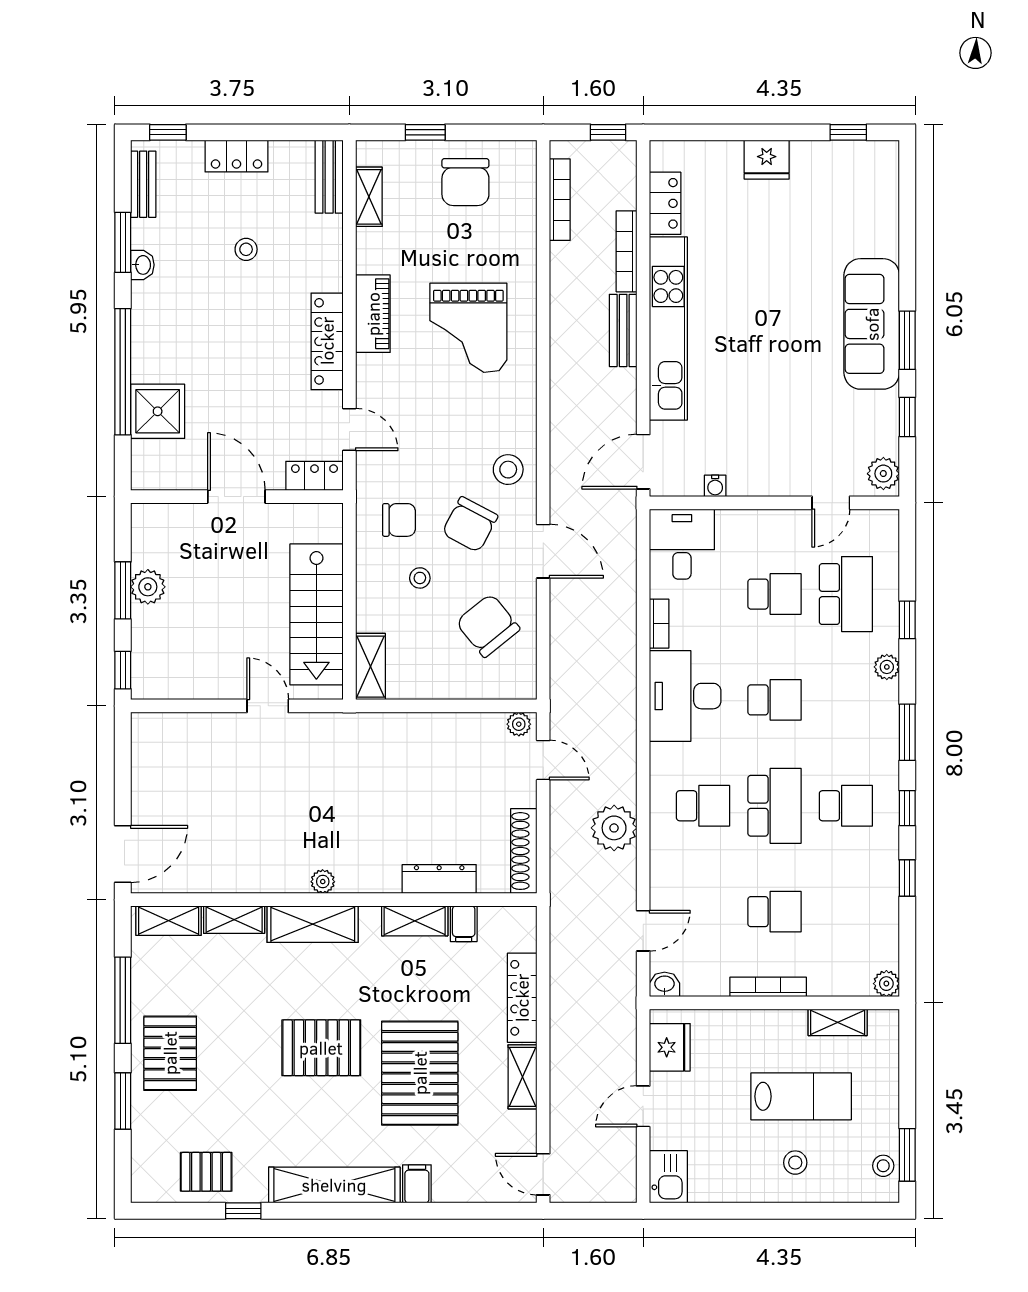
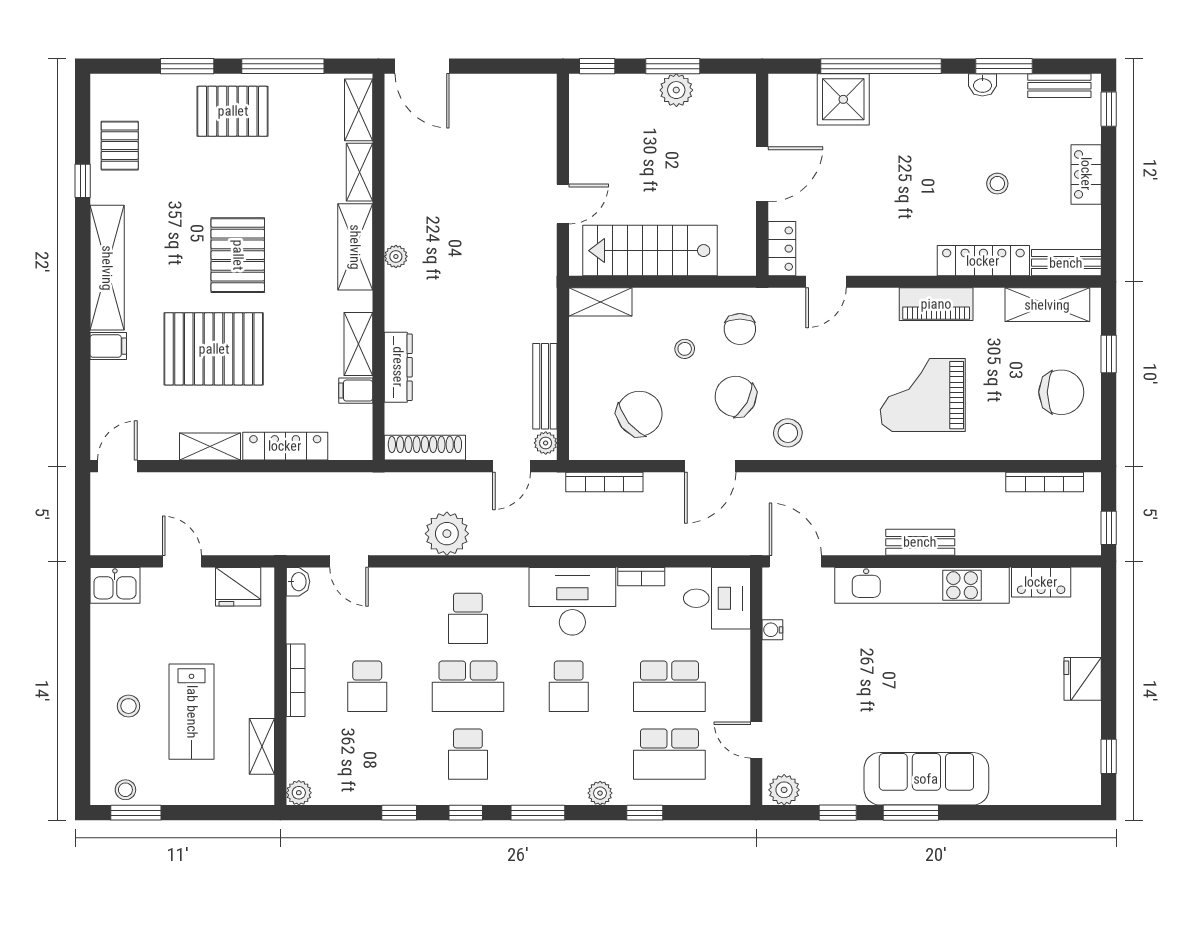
chair: (465, 182) -> (1061, 392), turned 180
shelving: (369, 197) -> (1047, 305), width x1.50, depth x1.33
bookcase: (627, 251) -> (604, 482), moved, turned 180
locker: (327, 341) -> (983, 261), moved
school desk: (774, 594) -> (669, 686), width x1.85
bench: (459, 725) -> (545, 386), added

